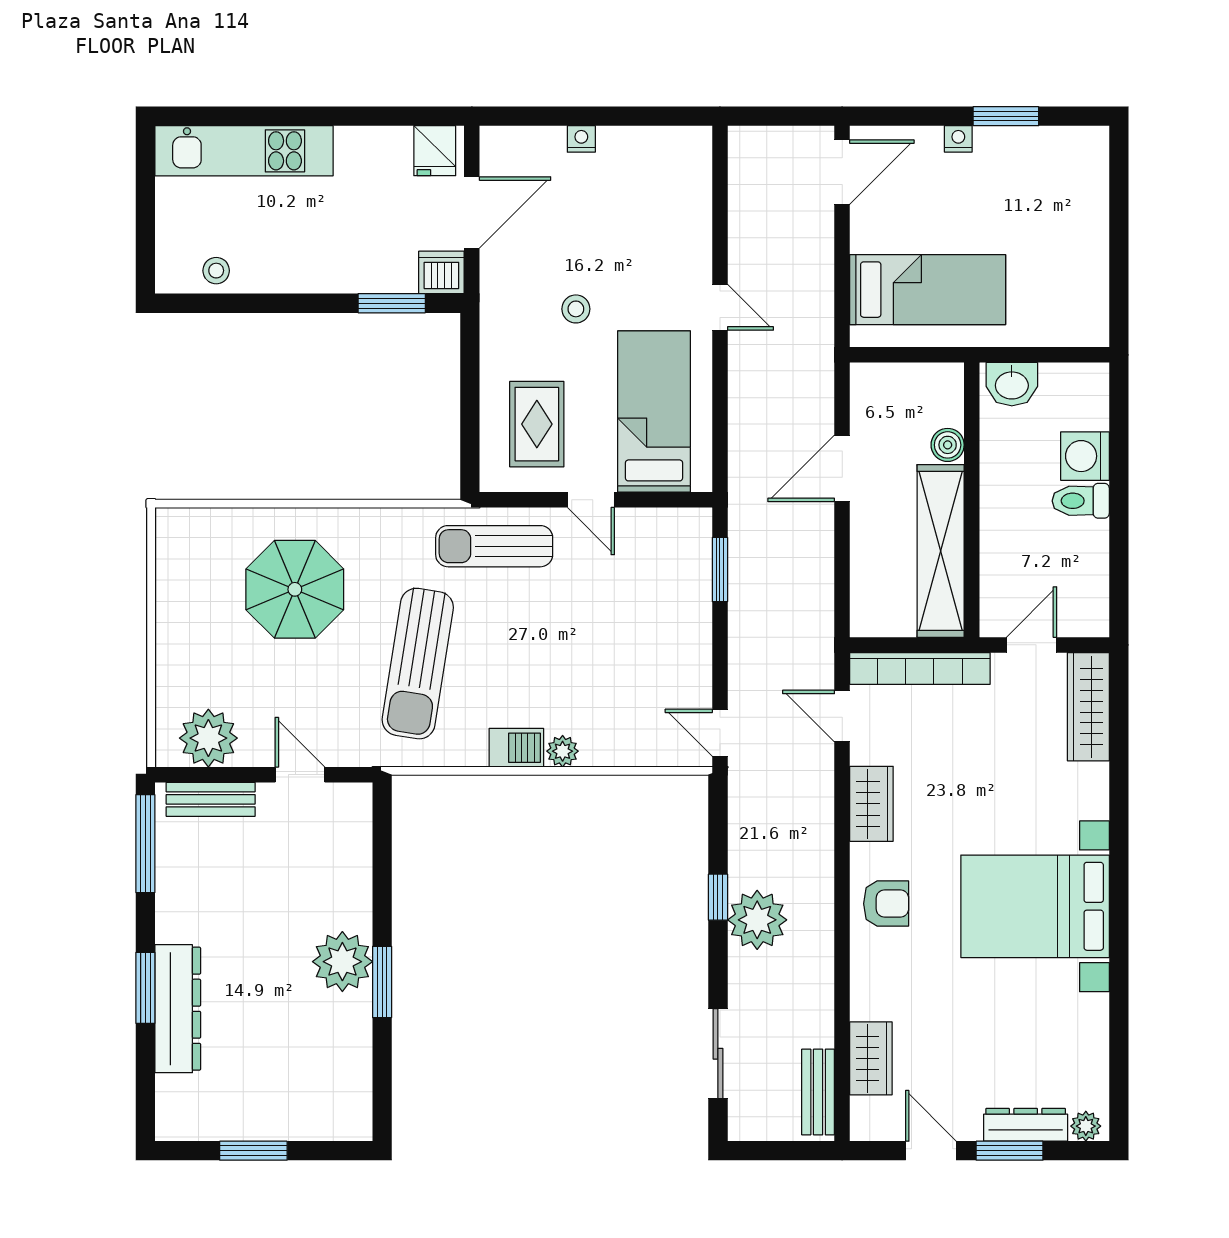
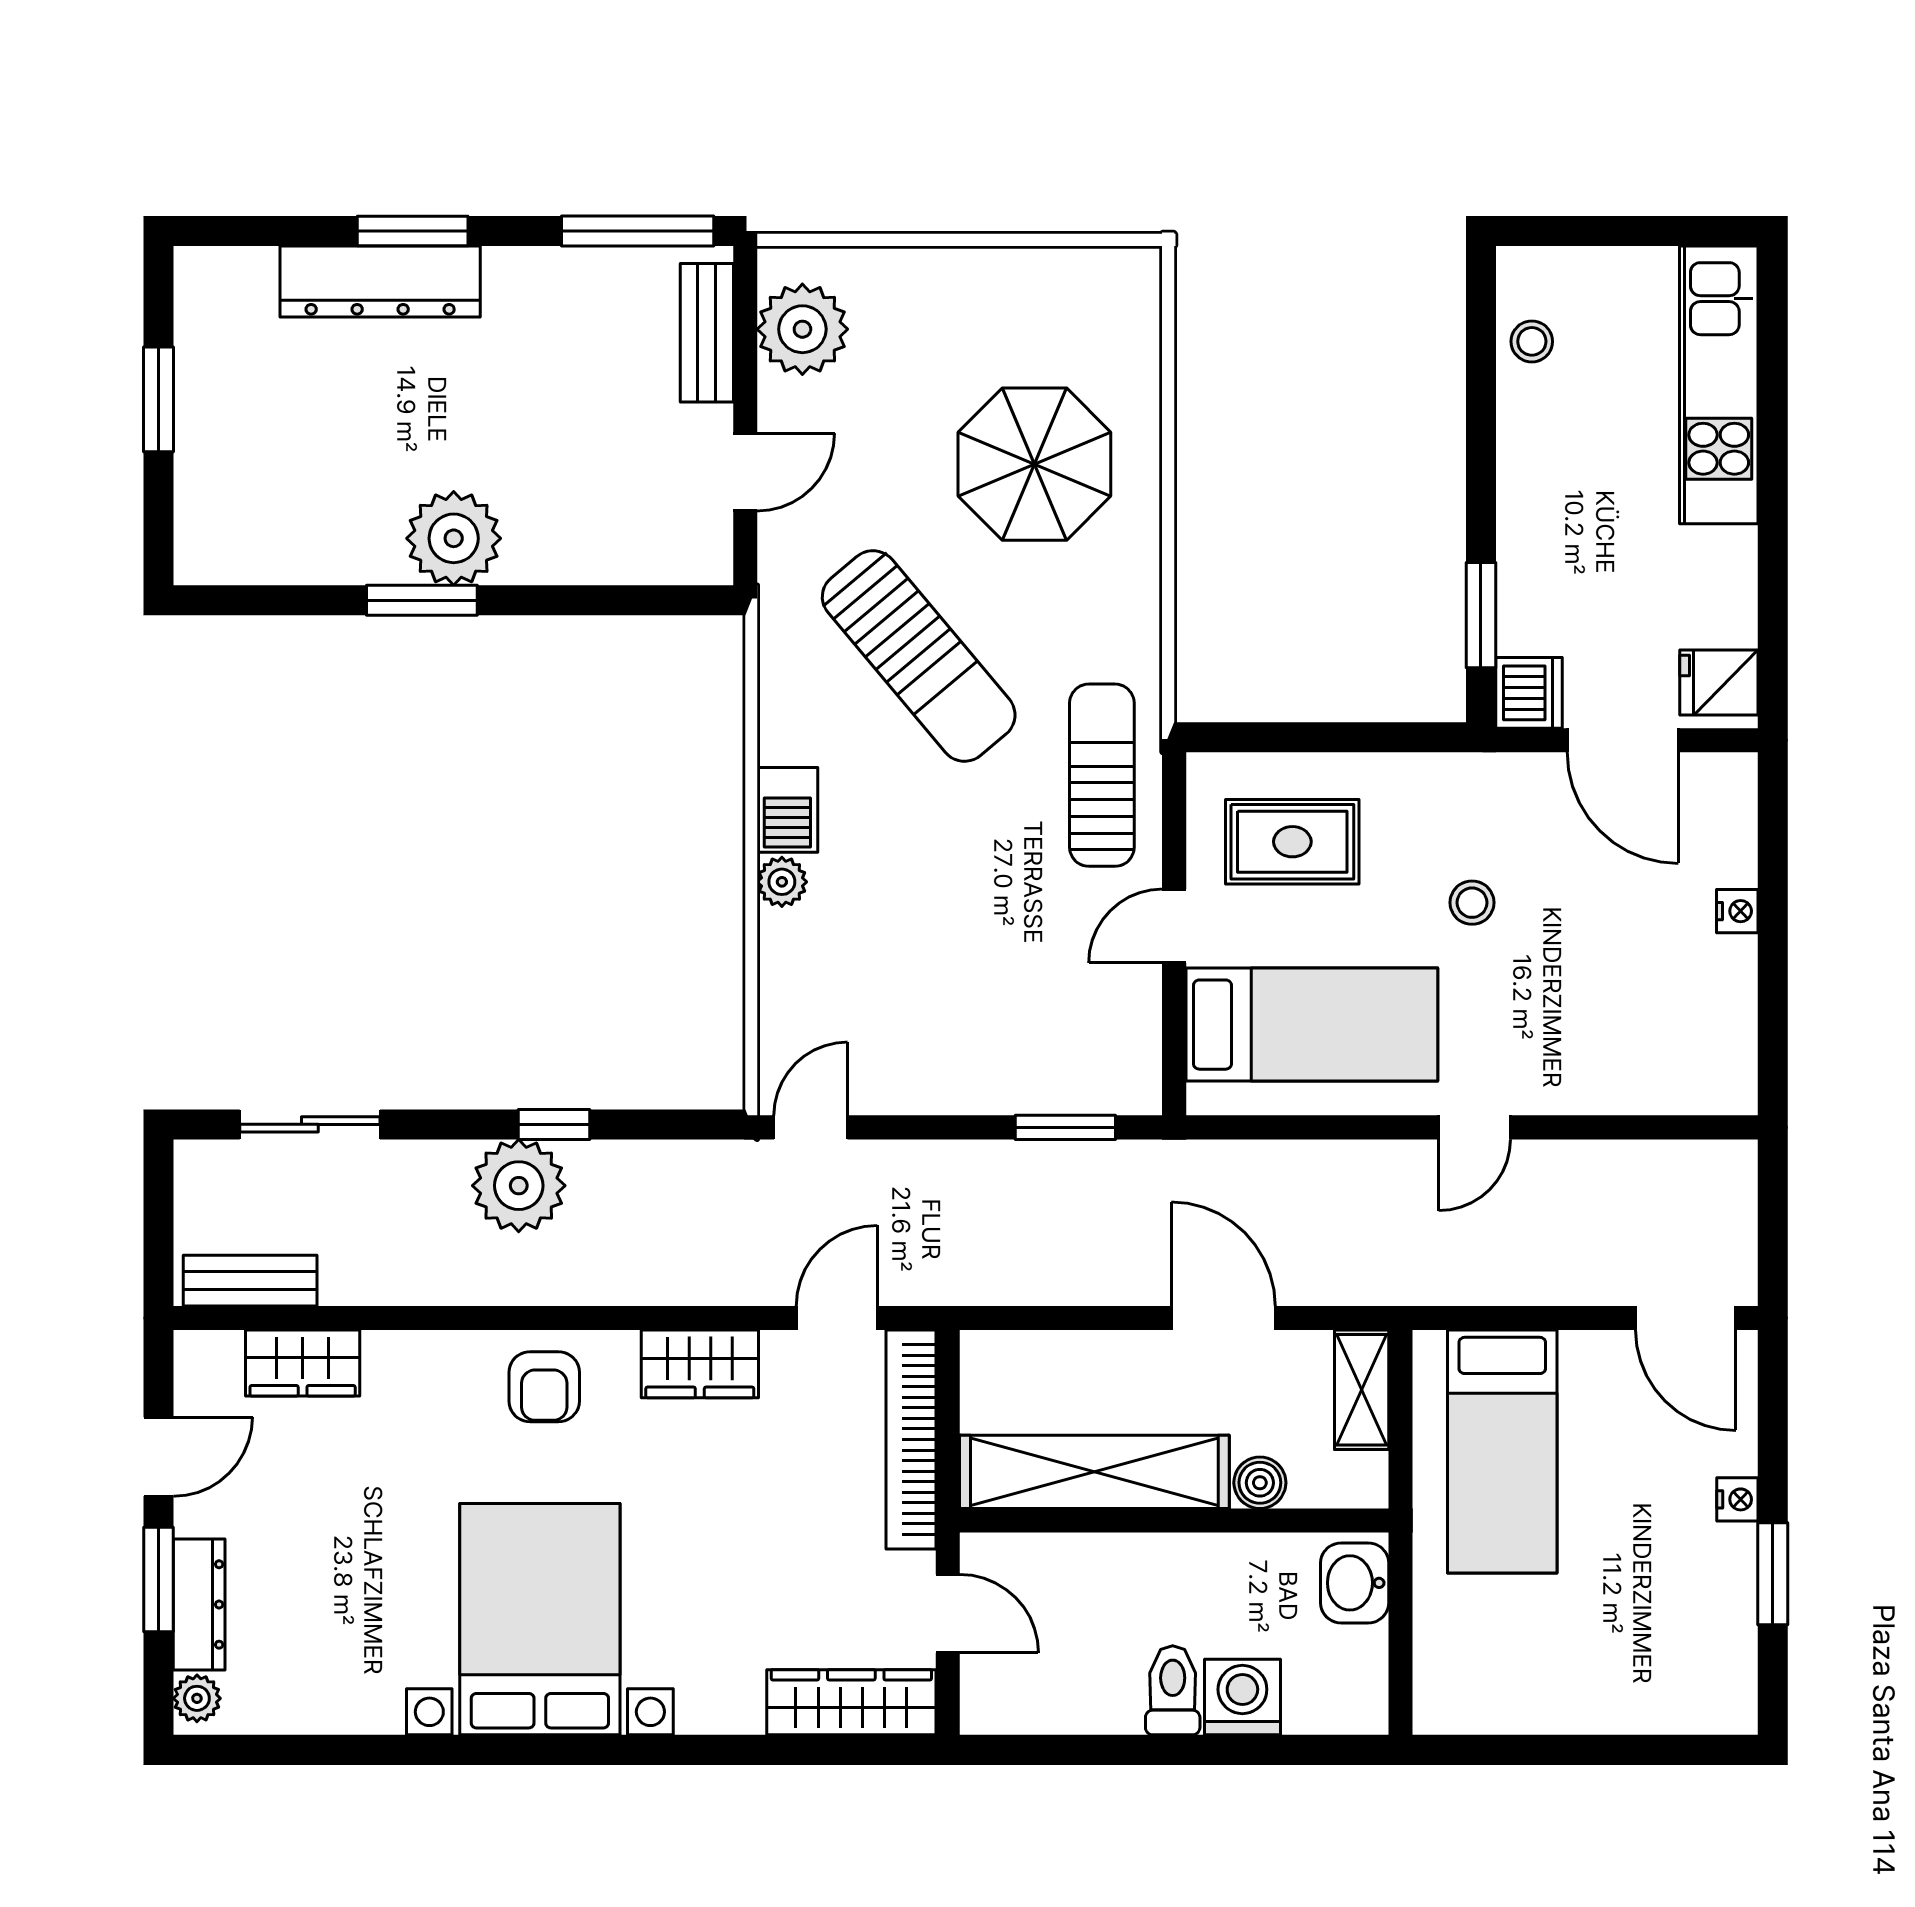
shelving: (888, 380) -> (1362, 1390), added
sun lounger: (418, 664) -> (919, 656), turned -139

